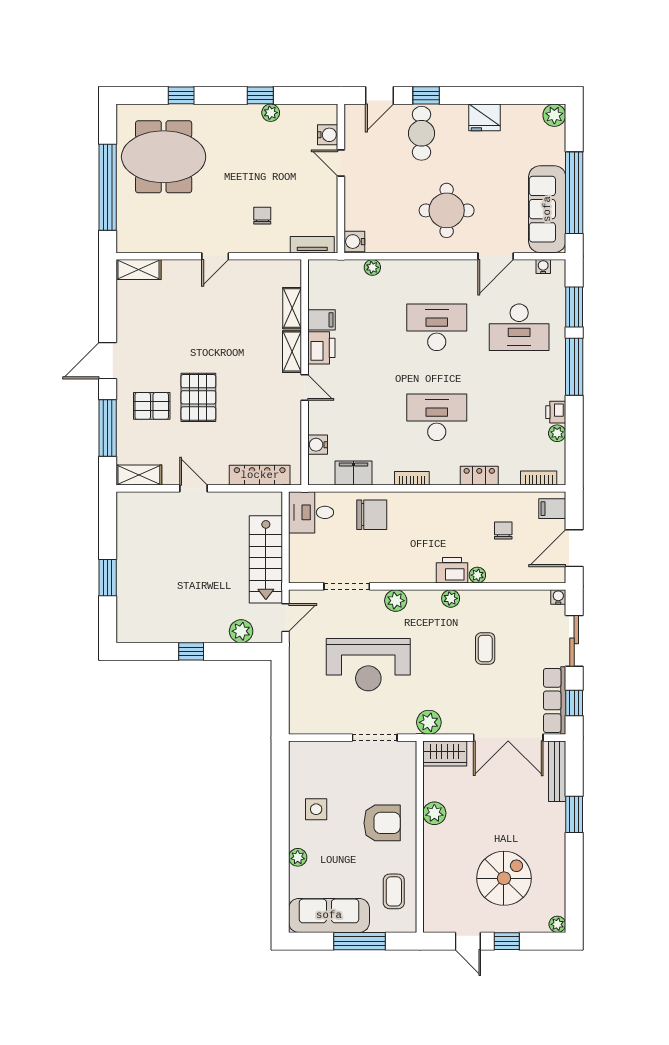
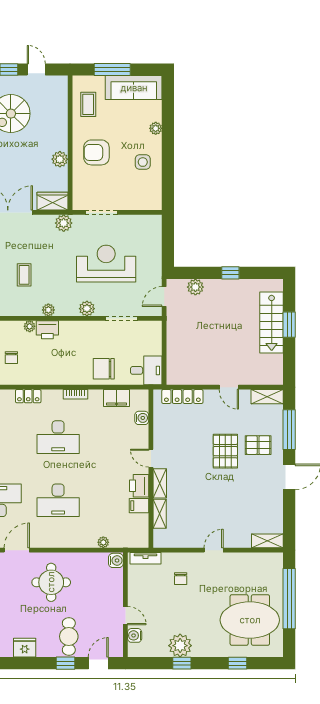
plant: (271, 113) -> (180, 646), width x1.87, depth x1.87
stairs: (266, 559) -> (272, 322), moved, turned 180

